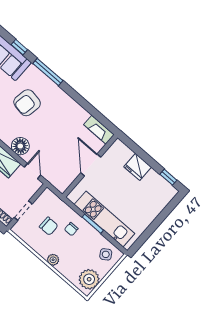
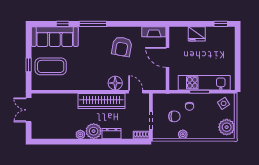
armchair: (27, 103) -> (122, 47), moved
plant: (53, 260) -> (183, 134), moved

